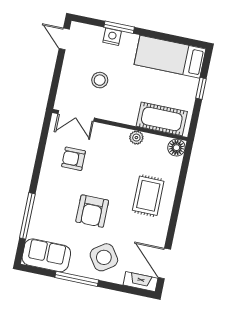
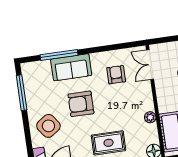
sofa: (46, 255) -> (71, 67), moved, turned 90
window: (77, 279) -> (22, 93), moved

